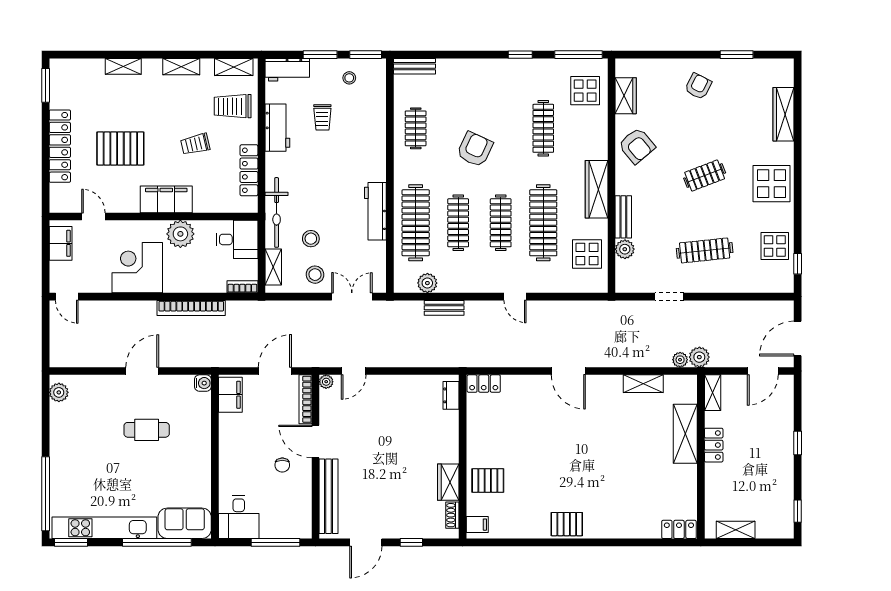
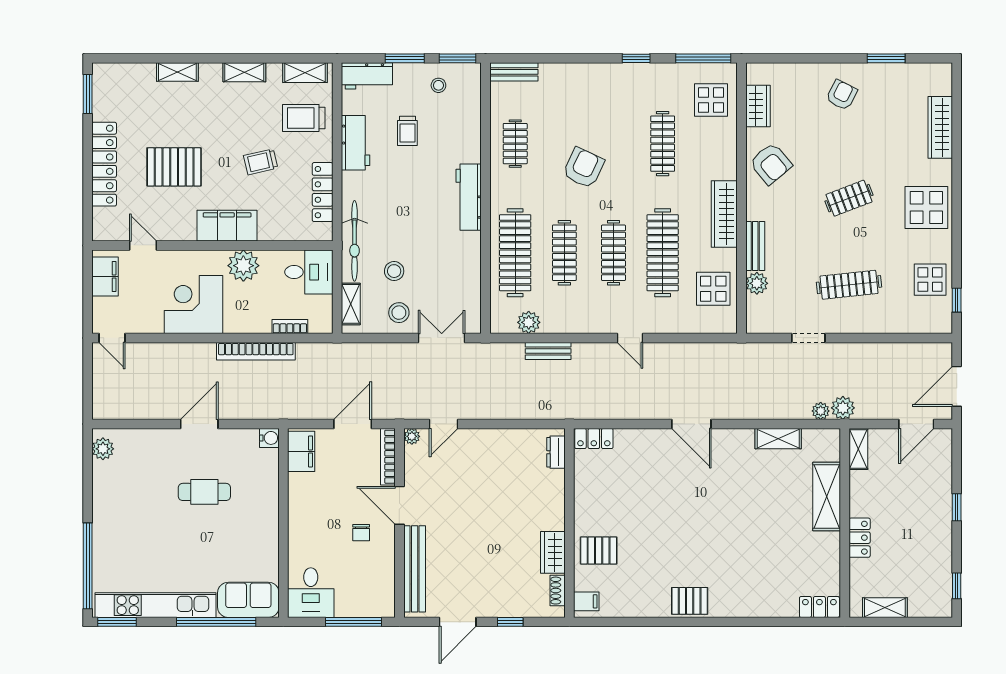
workbench: (375, 211) -> (469, 197), moved
bookcase: (242, 287) -> (290, 327), moved
locker: (714, 445) -> (860, 538), moved

